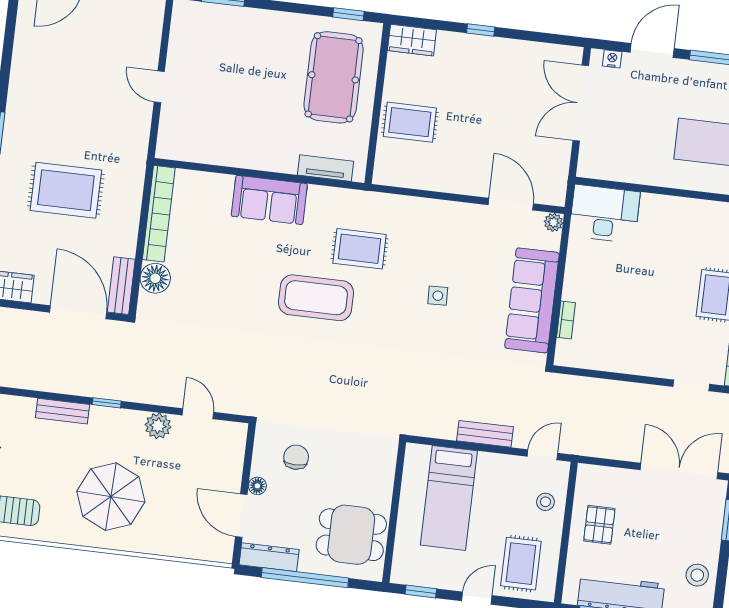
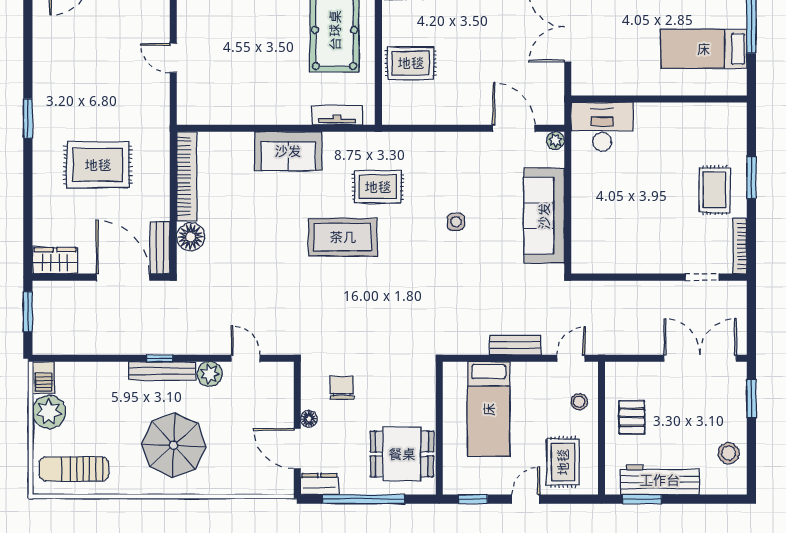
bookcase: (566, 320) -> (578, 230), removed
bench: (62, 411) -> (162, 371), moved, width x1.36
dresser: (269, 557) -> (319, 484), width x0.70

